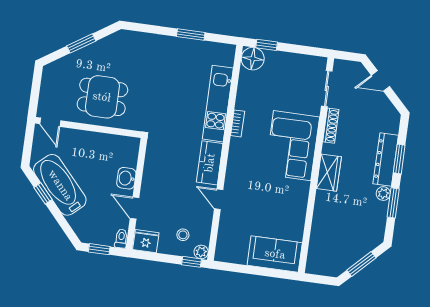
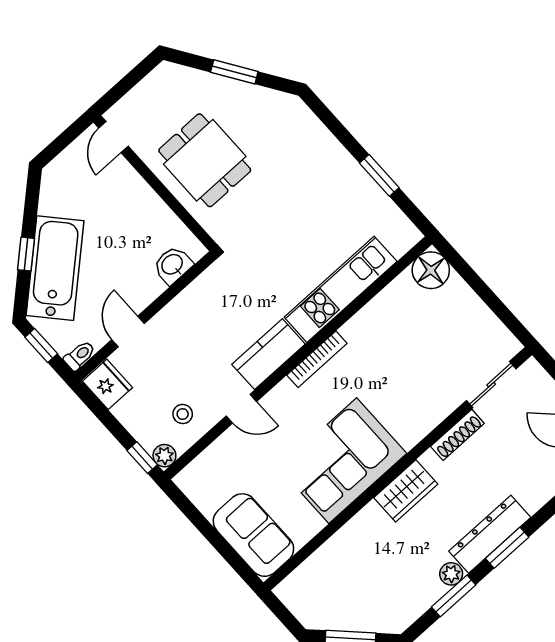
window: (267, 45) -> (462, 268), removed
bookcase: (238, 123) -> (317, 359), moved, width x1.56
corner sofa: (292, 146) -> (343, 461), moved
washbasin: (126, 178) -> (173, 265), moved
bathtub: (60, 185) -> (55, 268), moved
window: (43, 193) -> (26, 254), moved
door: (219, 199) -> (241, 409), swing flipped
stool: (183, 235) -> (183, 414), moved

